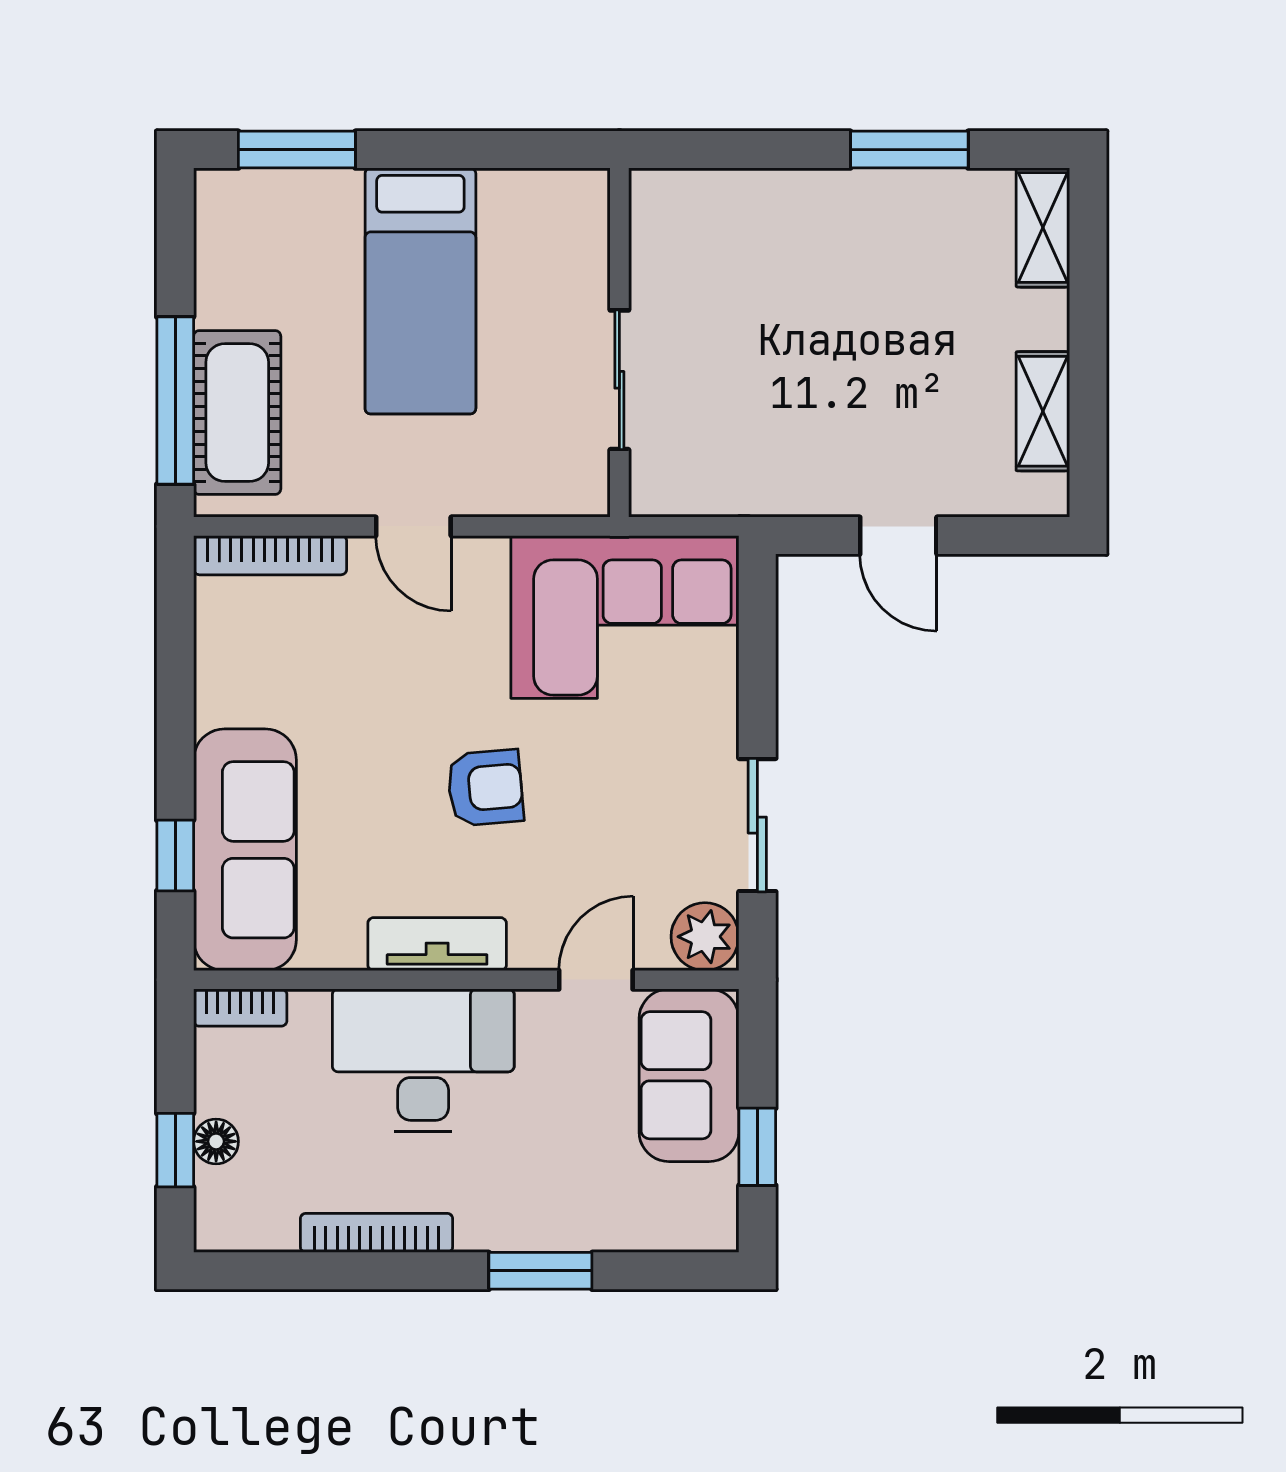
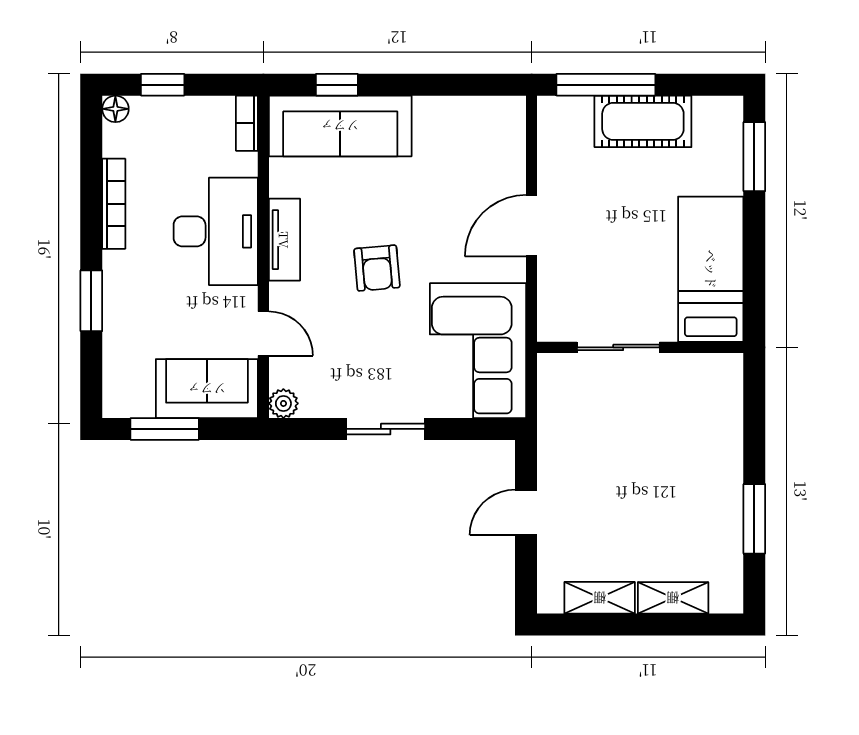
shelving: (1043, 228) -> (673, 598), moved
bed: (420, 291) -> (711, 269), moved, turned 90
cot: (237, 413) -> (643, 121), moved
door: (413, 526) -> (532, 226), width x1.38
bookcase: (270, 555) -> (515, 141), removed
sliding door: (757, 825) -> (386, 429), moved
plant: (705, 937) -> (283, 403), width x0.73, depth x0.73
floor lamp: (216, 1141) -> (115, 109), moved
window: (757, 1147) -> (165, 429), width x1.50

